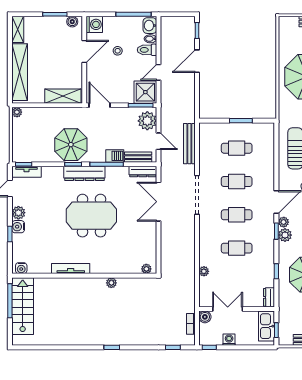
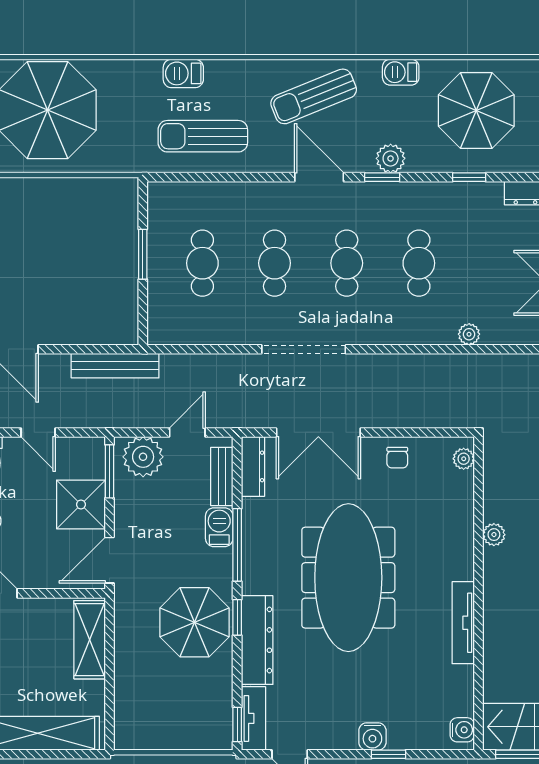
shower: (145, 92) -> (81, 504), moved
plant: (17, 112) -> (124, 739), removed
bench: (189, 144) -> (115, 366), moved
dresser: (84, 173) -> (257, 640), moved
plant: (18, 213) -> (342, 736), removed
meeting table: (91, 216) -> (348, 578), width x1.36
plant: (284, 222) -> (362, 162), removed
chair: (147, 238) -> (397, 458), added

